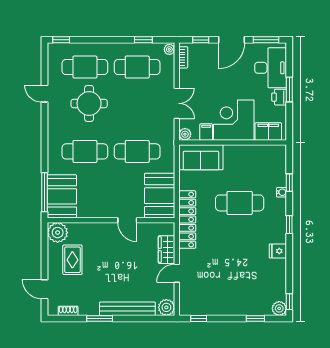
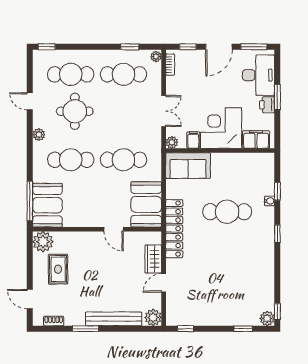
plant: (53, 127) -> (39, 135), added
fridge: (278, 251) -> (266, 260), removed

